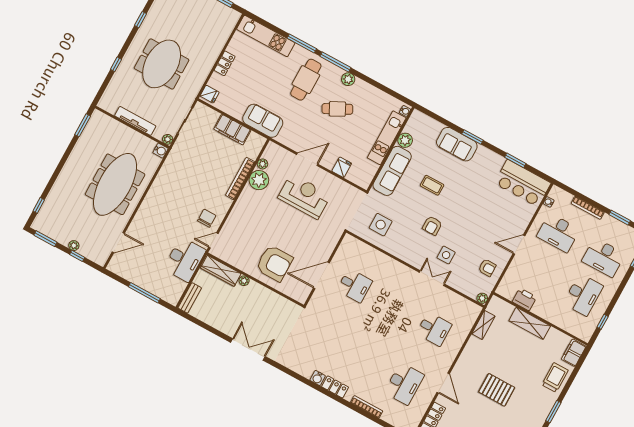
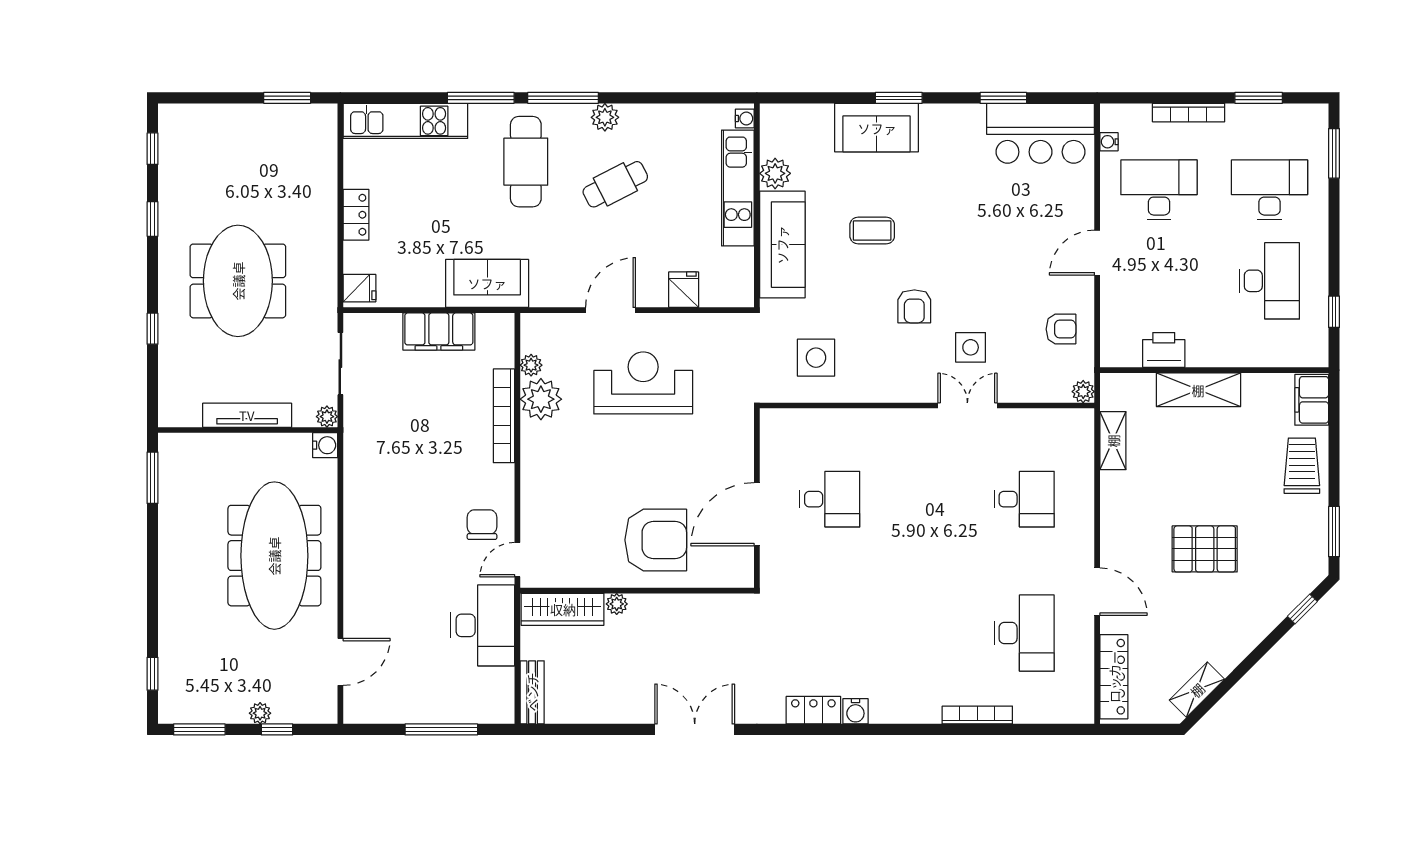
desk: (558, 233) -> (1159, 190), turned 180
desk: (603, 258) -> (1269, 190), turned 180
locker: (335, 387) -> (813, 710), moved

